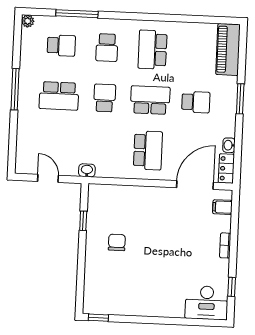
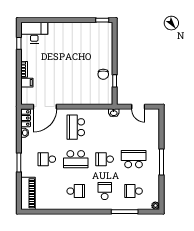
school desk: (152, 50) -> (76, 191), width x0.54
school desk: (105, 98) -> (105, 159), turned 90
filing cabinet: (222, 207) -> (27, 83), moved
chair: (117, 242) -> (103, 74), moved

